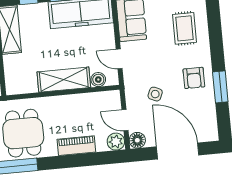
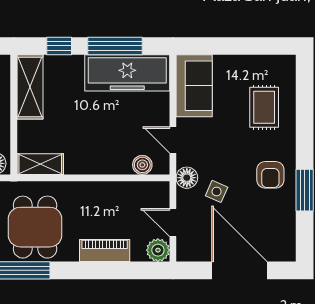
shelving: (64, 80) -> (40, 164), moved, width x0.67, depth x0.75
floor lamp: (137, 140) -> (187, 178), moved

